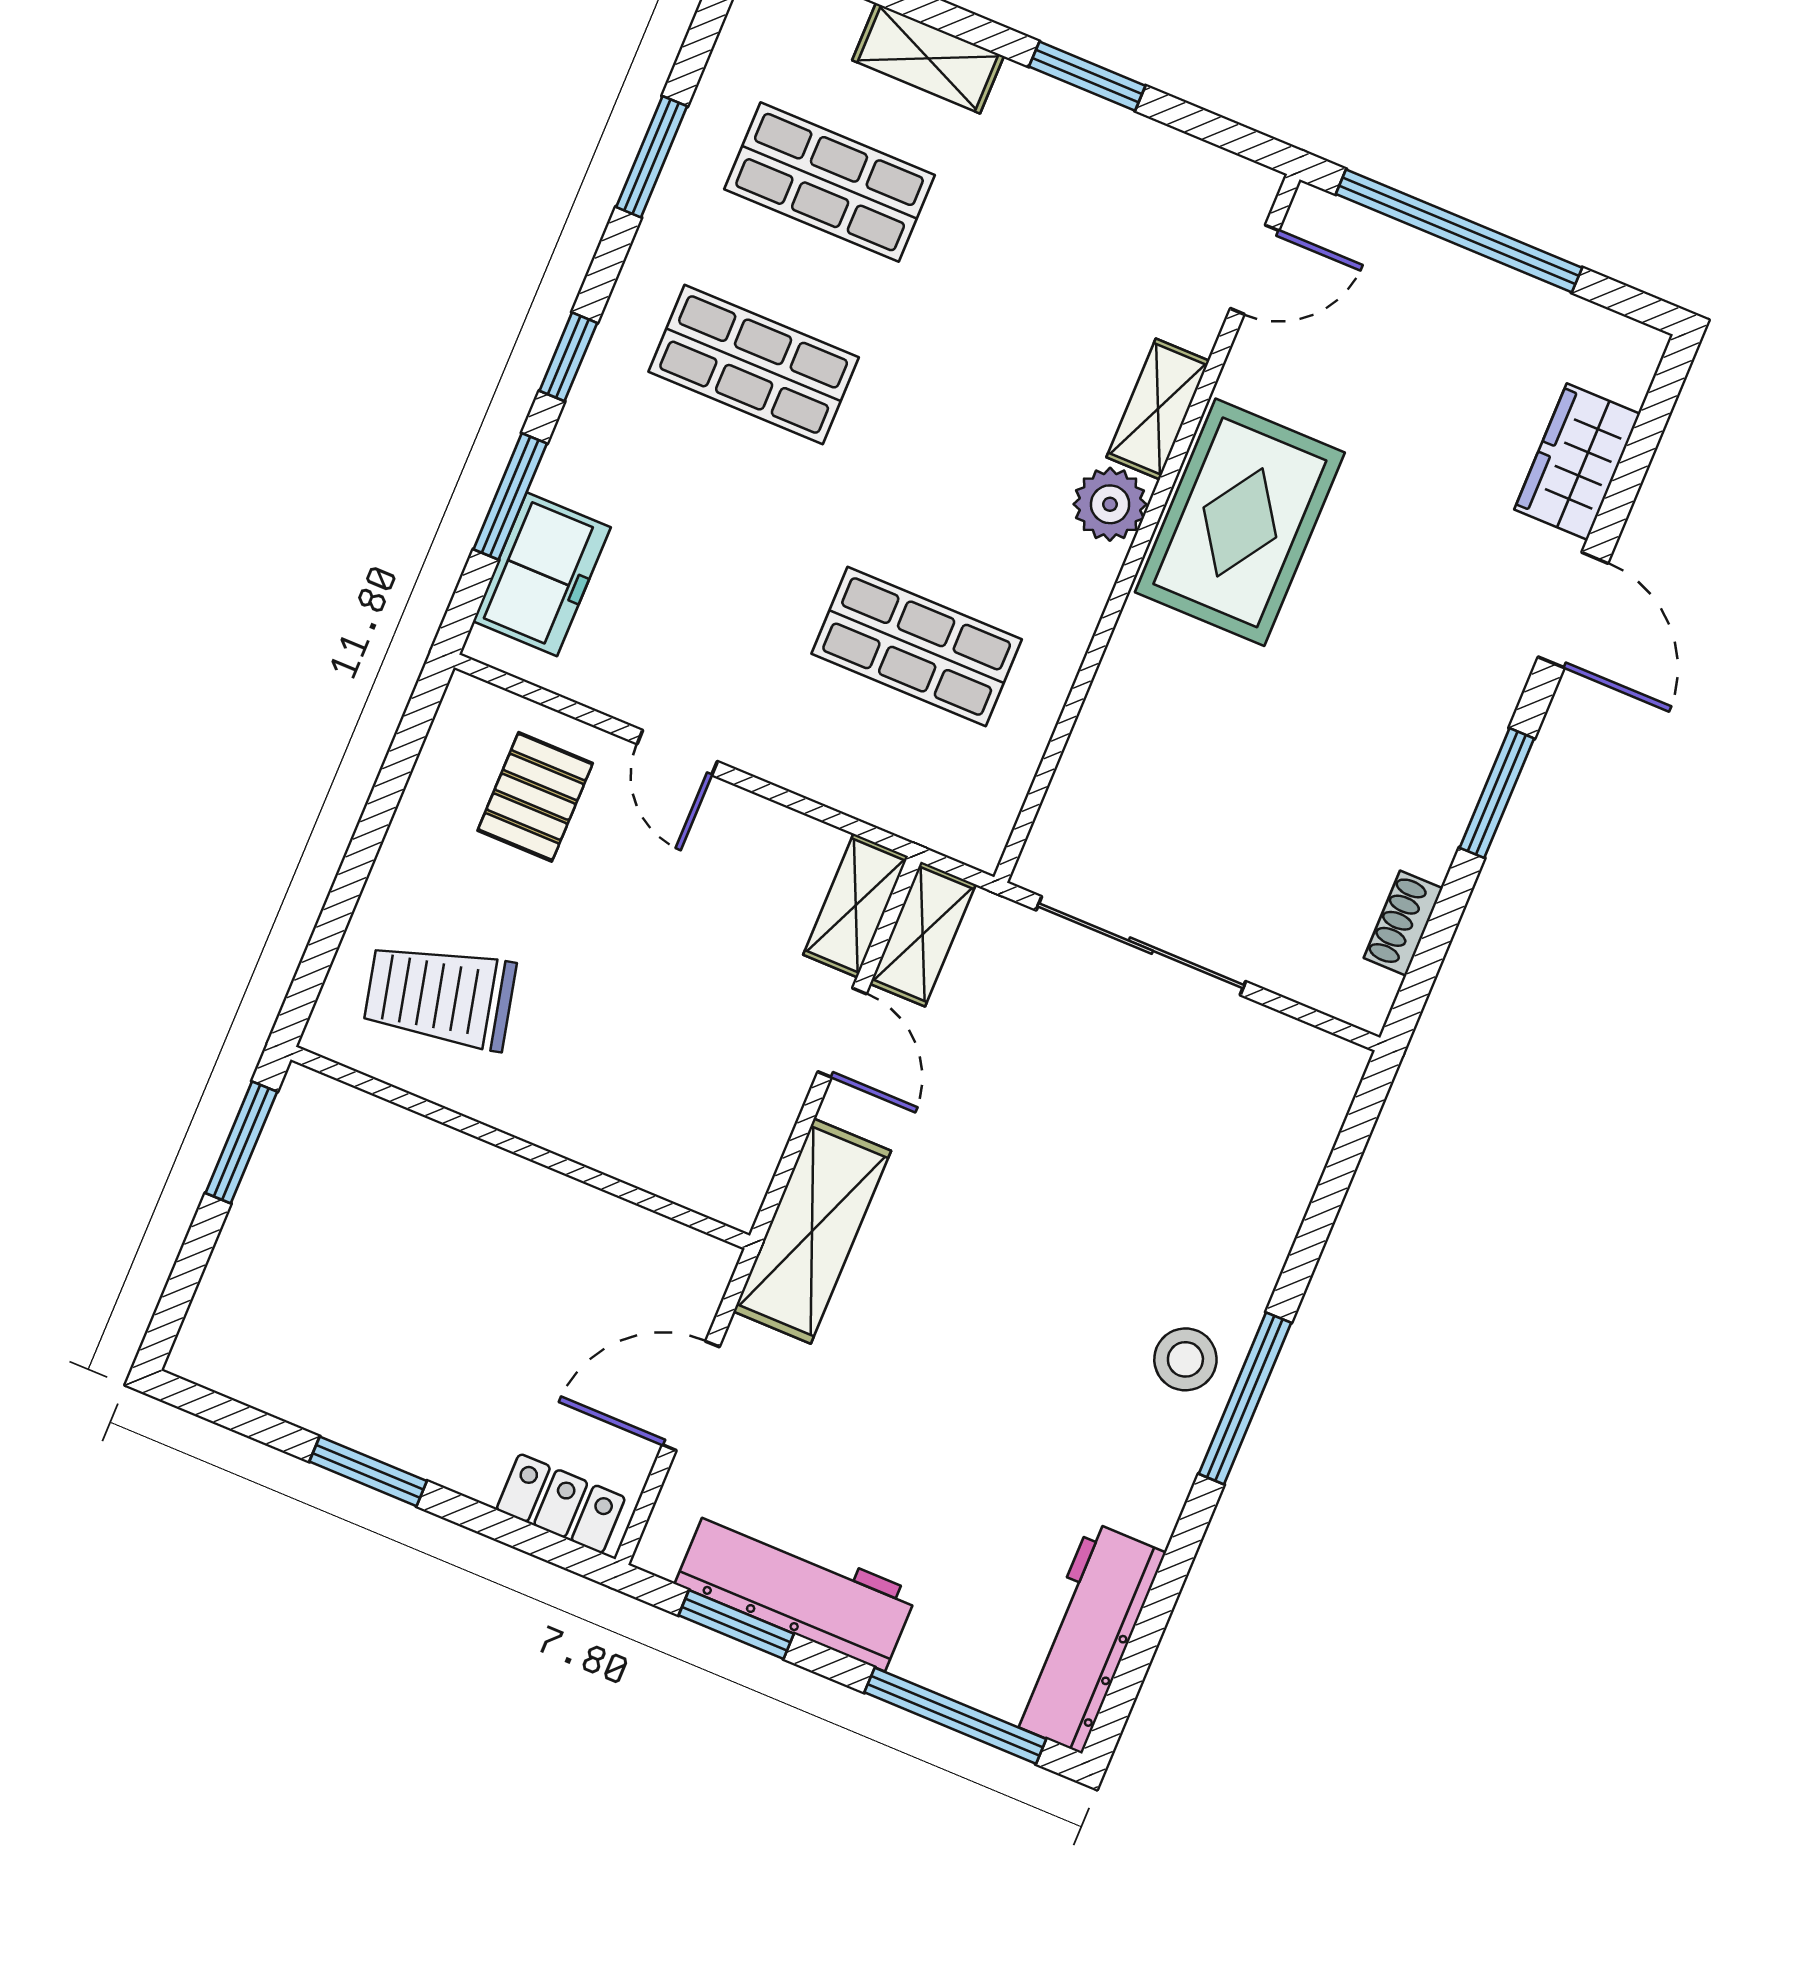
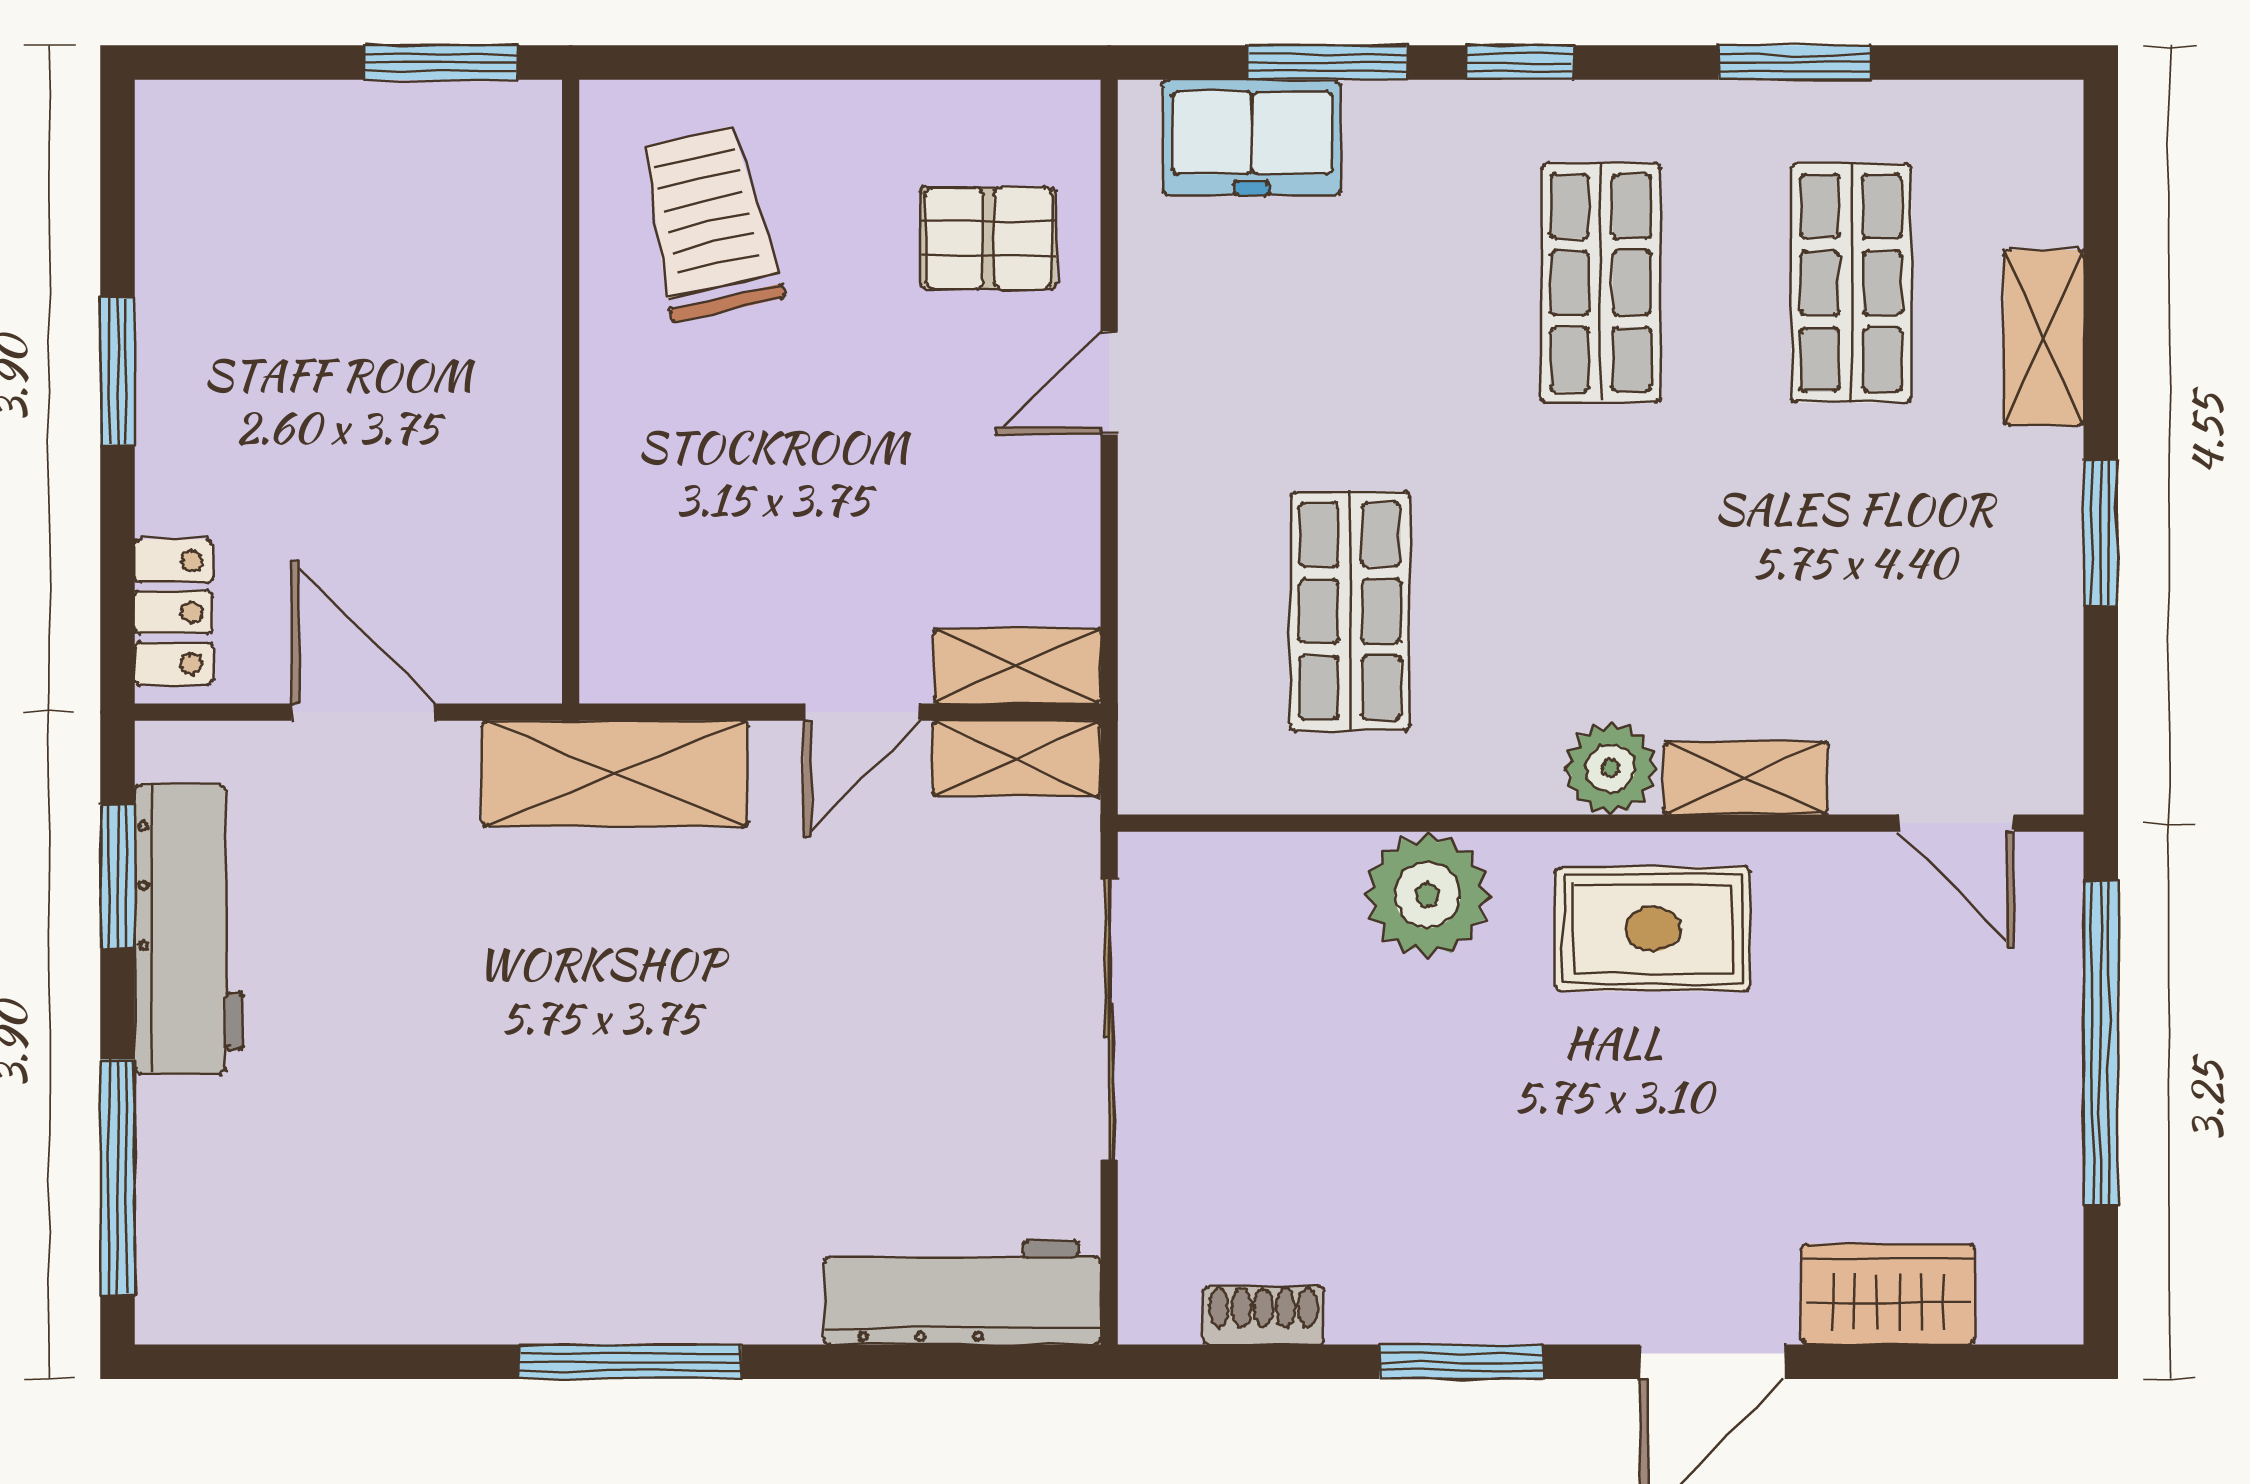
rug: (1240, 522) -> (1653, 929), width x0.73, depth x0.70
plant: (1147, 676) -> (1427, 895), added
stool: (1185, 1359) -> (647, 1273), removed
workbench: (1086, 1637) -> (962, 1293), moved

